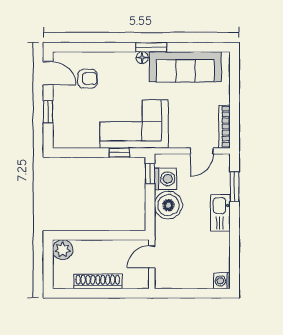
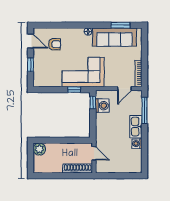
window: (151, 47) -> (120, 25), moved
window: (234, 187) -> (145, 110), width x1.44
boiler: (168, 205) -> (104, 122), removed
door: (152, 257) -> (94, 153), swing flipped
shoe rack: (98, 281) -> (78, 168), moved
washing machine: (222, 281) -> (137, 144), moved

